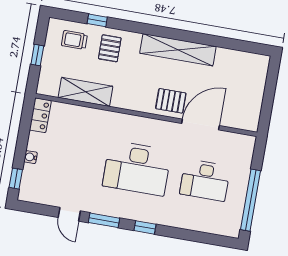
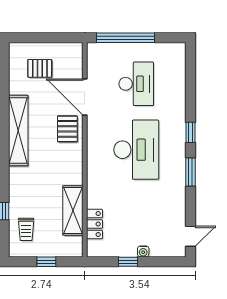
pallet: (110, 48) -> (40, 68), moved
locker: (40, 115) -> (95, 224), moved, turned 90
window: (16, 179) -> (128, 262), moved
window: (251, 200) -> (125, 38), moved
door: (69, 214) -> (190, 236), moved

